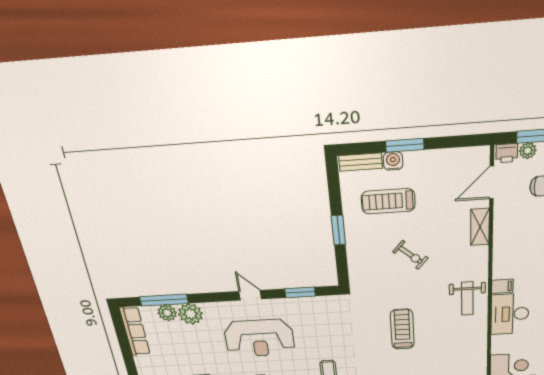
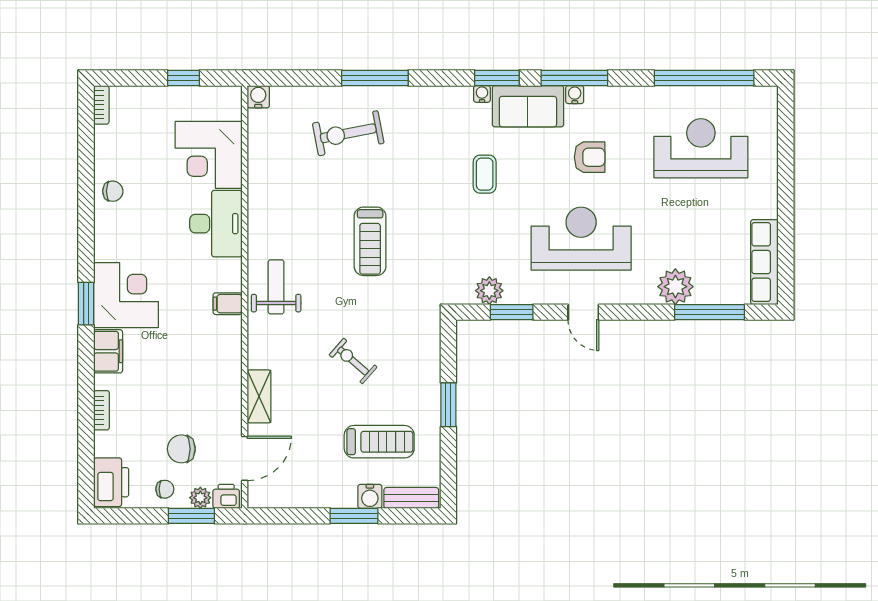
plant: (167, 313) -> (489, 291), moved
desk: (510, 314) -> (216, 224), moved

